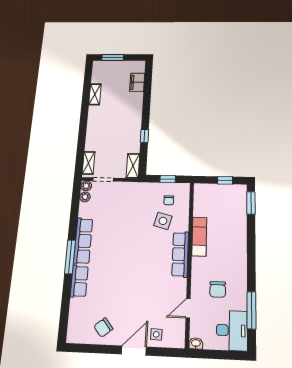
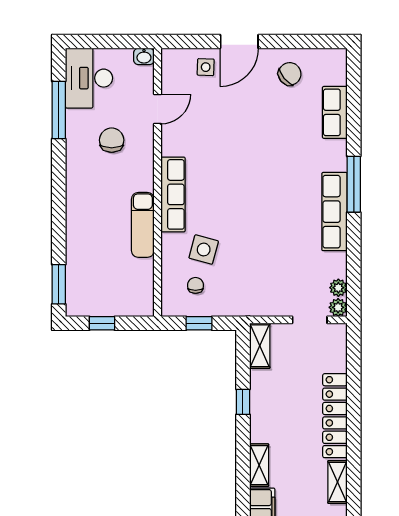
locker: (93, 128) -> (335, 416), added
shelving: (89, 163) -> (259, 465), moved
row of seats: (79, 281) -> (335, 112), moved

